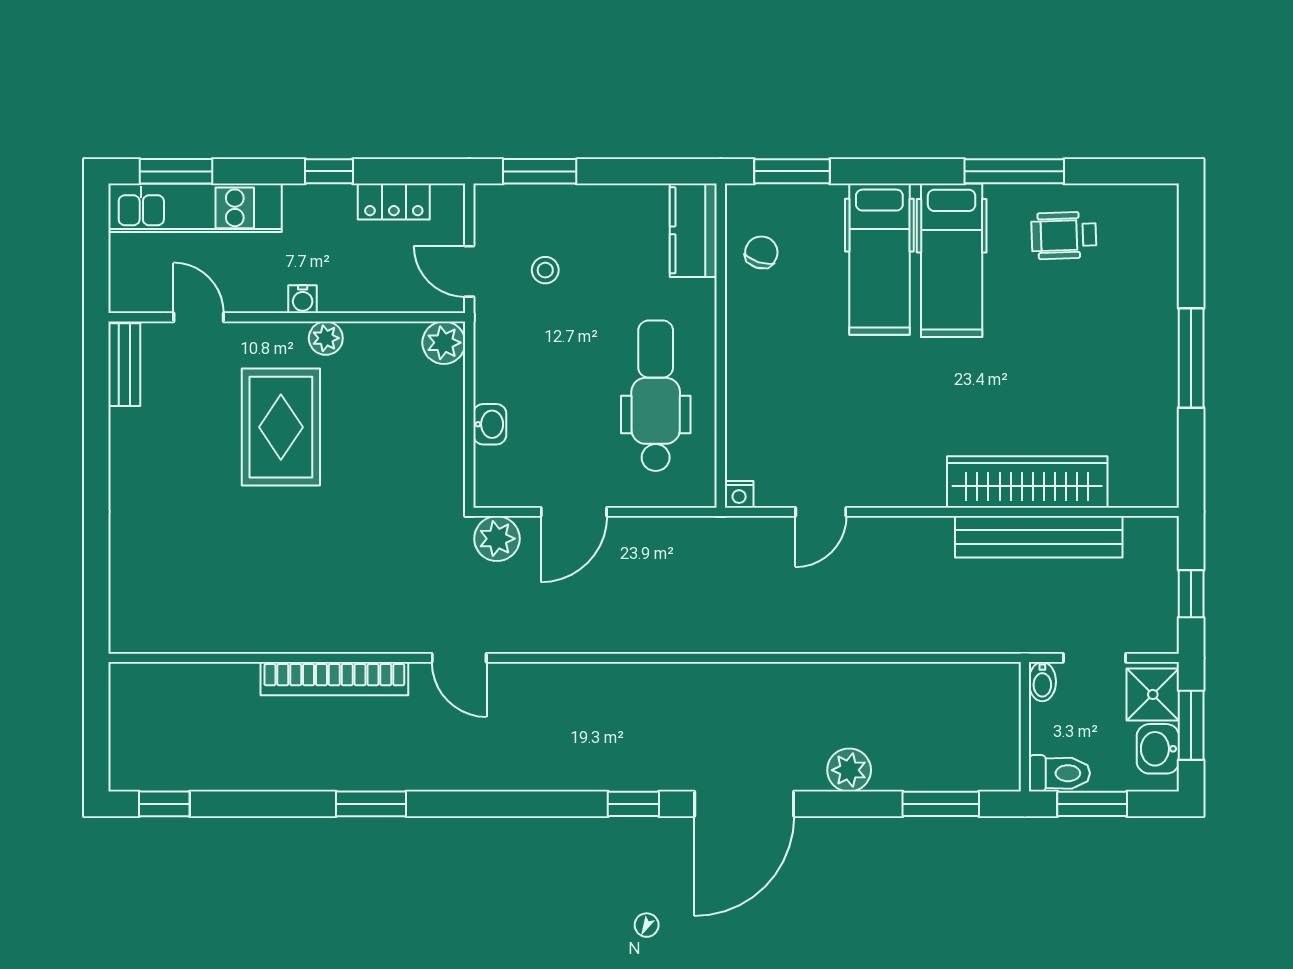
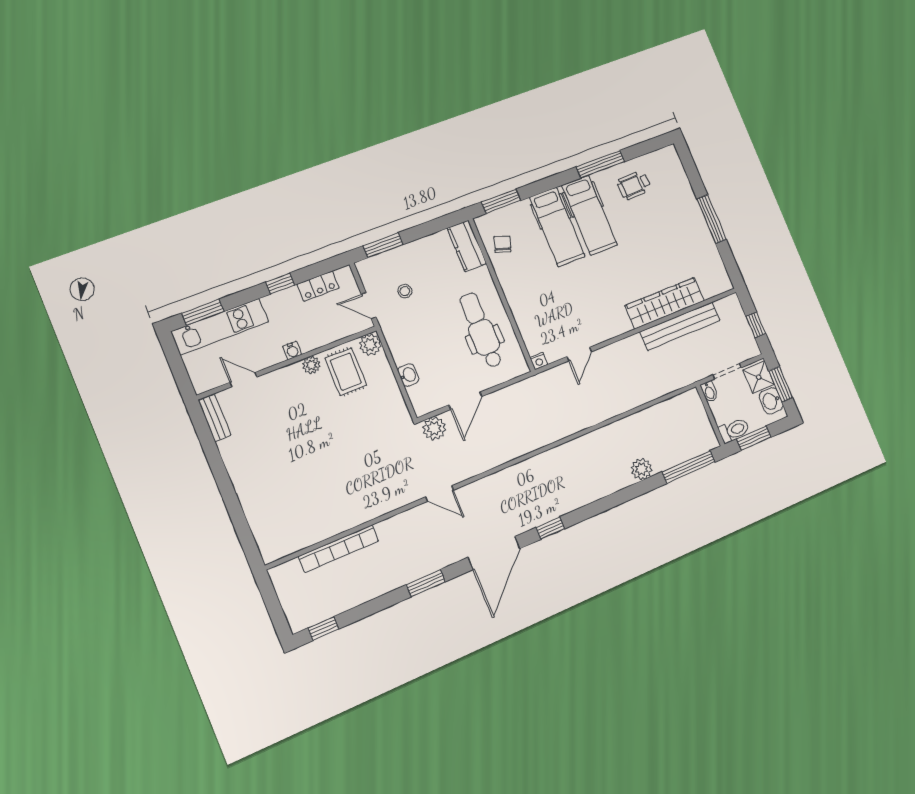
rug: (281, 427) -> (346, 372), moved, width x0.73, depth x0.70
bookcase: (334, 679) -> (339, 549), moved
door: (744, 804) -> (494, 553), moved
window: (941, 804) -> (689, 467), width x1.44

